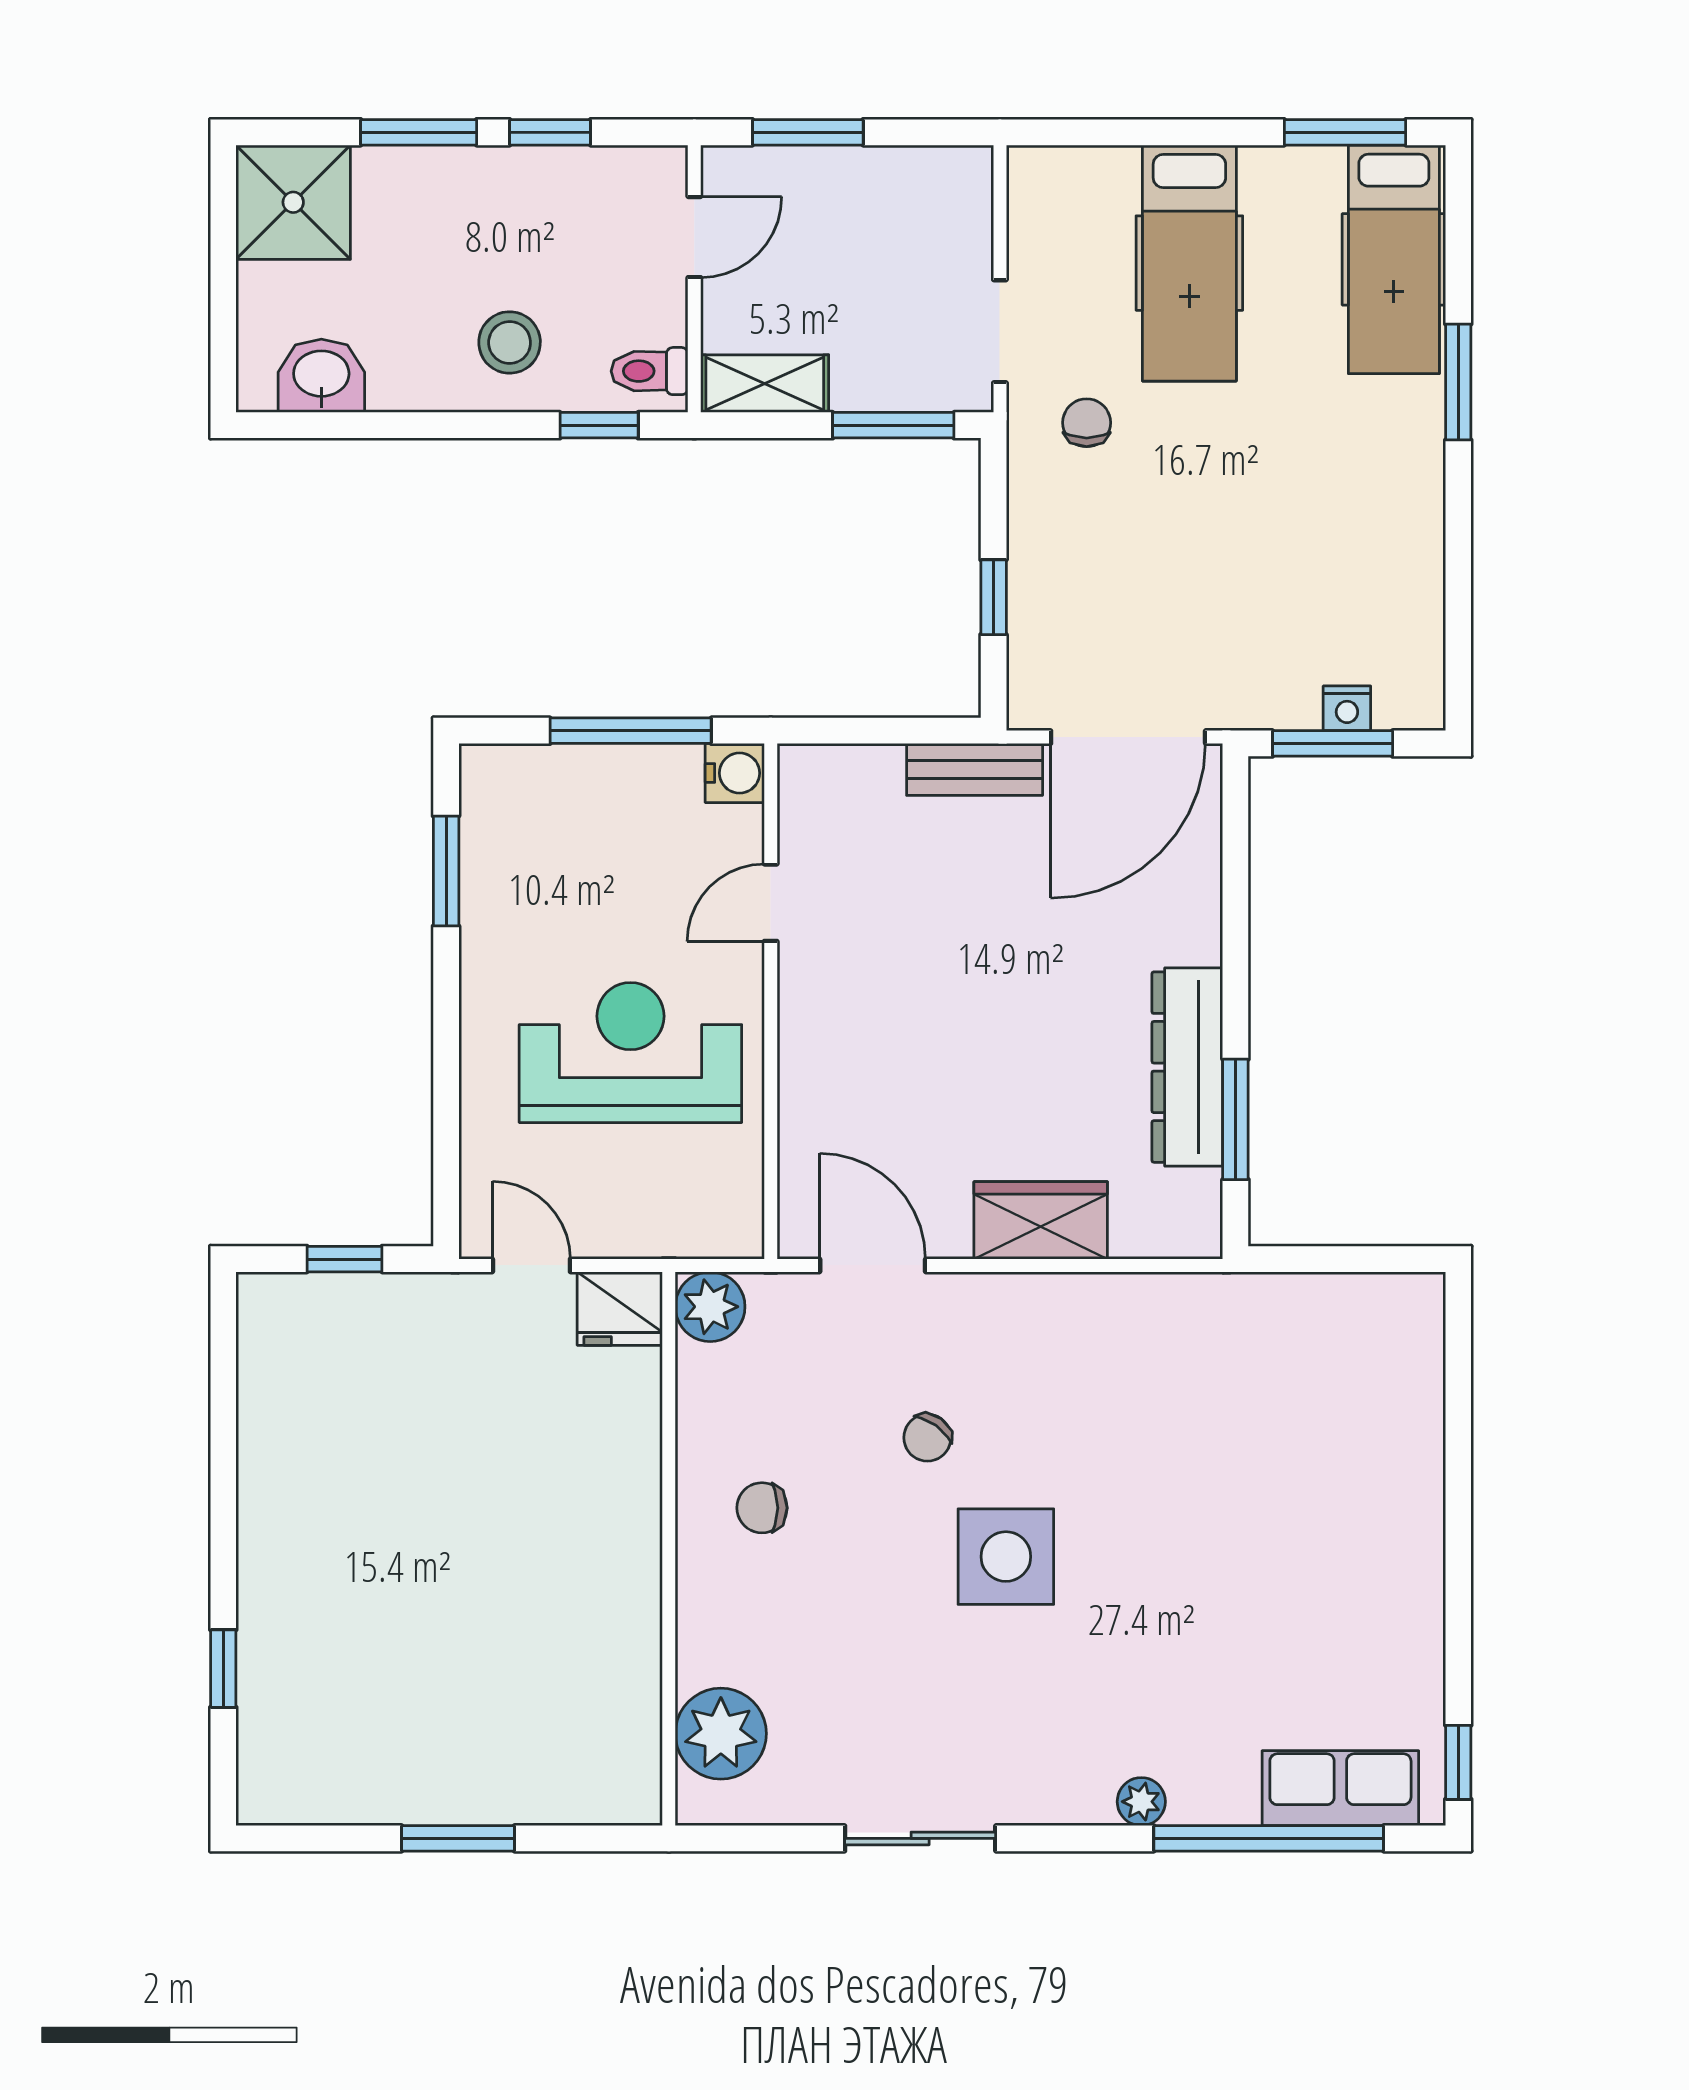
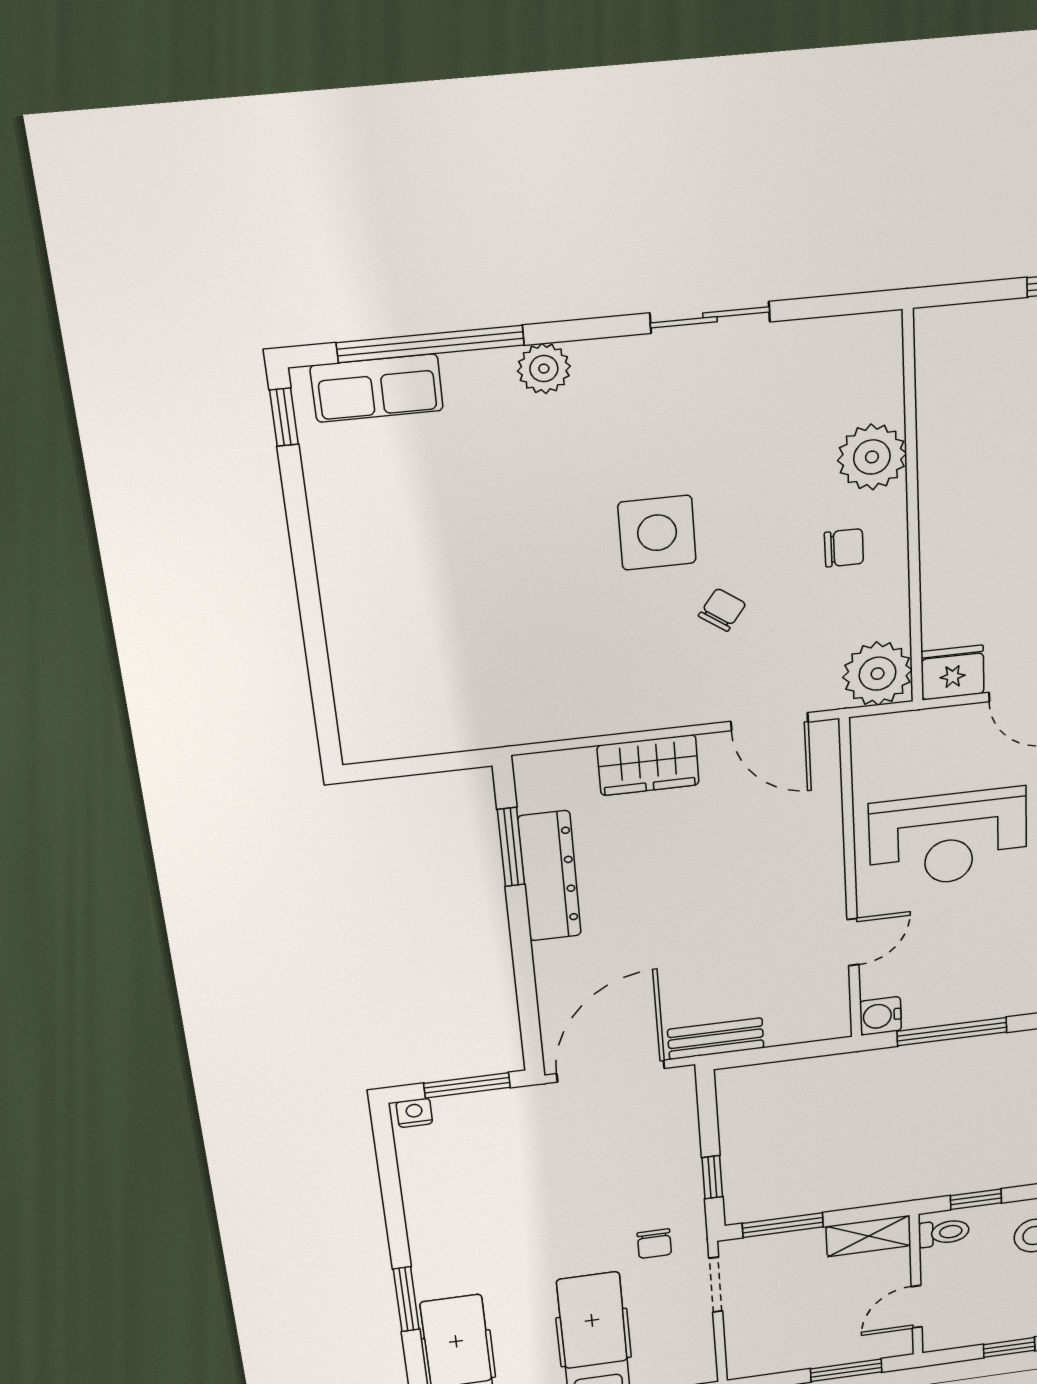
window: (994, 597) -> (712, 1177), moved
nightstand: (1347, 708) -> (414, 1113), moved
plant: (710, 1307) -> (878, 674), width x1.36, depth x1.36
plant: (721, 1734) -> (872, 457), moved
plant: (1141, 1802) -> (544, 369), width x1.38, depth x1.38

